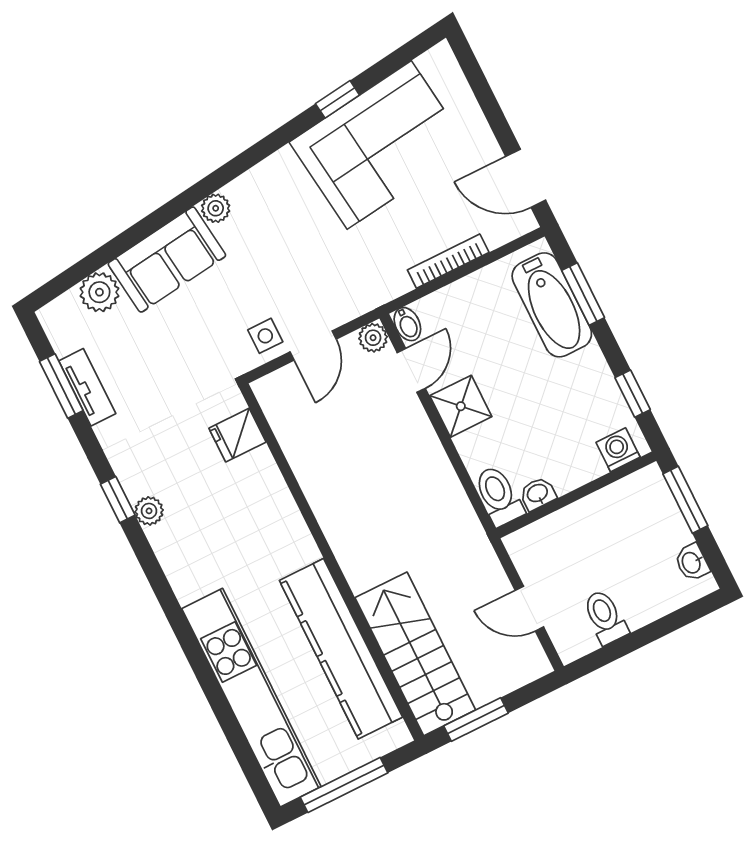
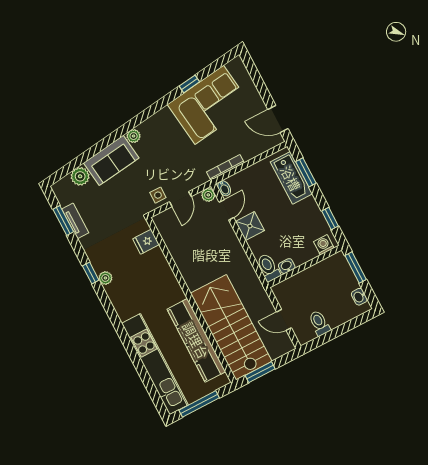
bookcase: (448, 261) -> (225, 167), moved
stairs: (415, 654) -> (231, 327), width x1.36, depth x1.51

